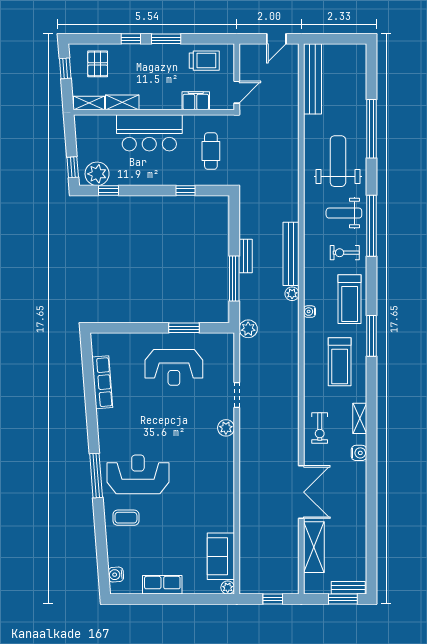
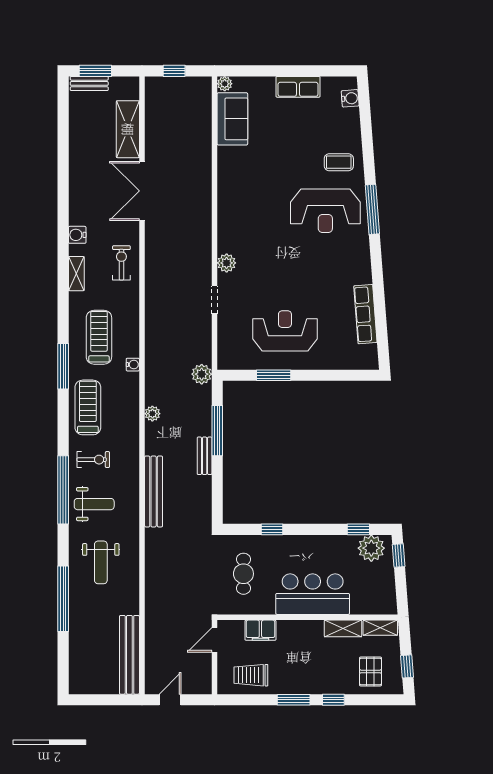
weight bench: (338, 161) -> (101, 562), width x0.73, depth x0.75
bench: (291, 254) -> (154, 491), moved
water cooler: (310, 312) -> (133, 365), moved

